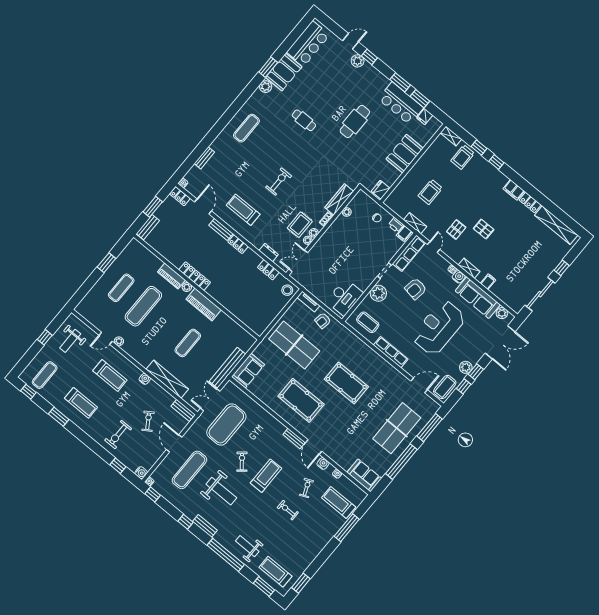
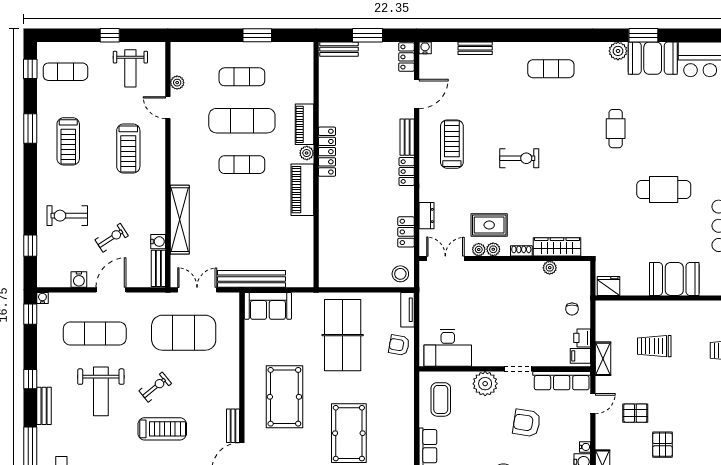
weight bench: (70, 341) -> (130, 68), turned -90
plant: (119, 341) -> (177, 83), moved
exercise mat: (188, 343) -> (242, 165), moved
water cooler: (145, 379) -> (158, 242), moved
water cooler: (141, 473) -> (79, 280), moved

